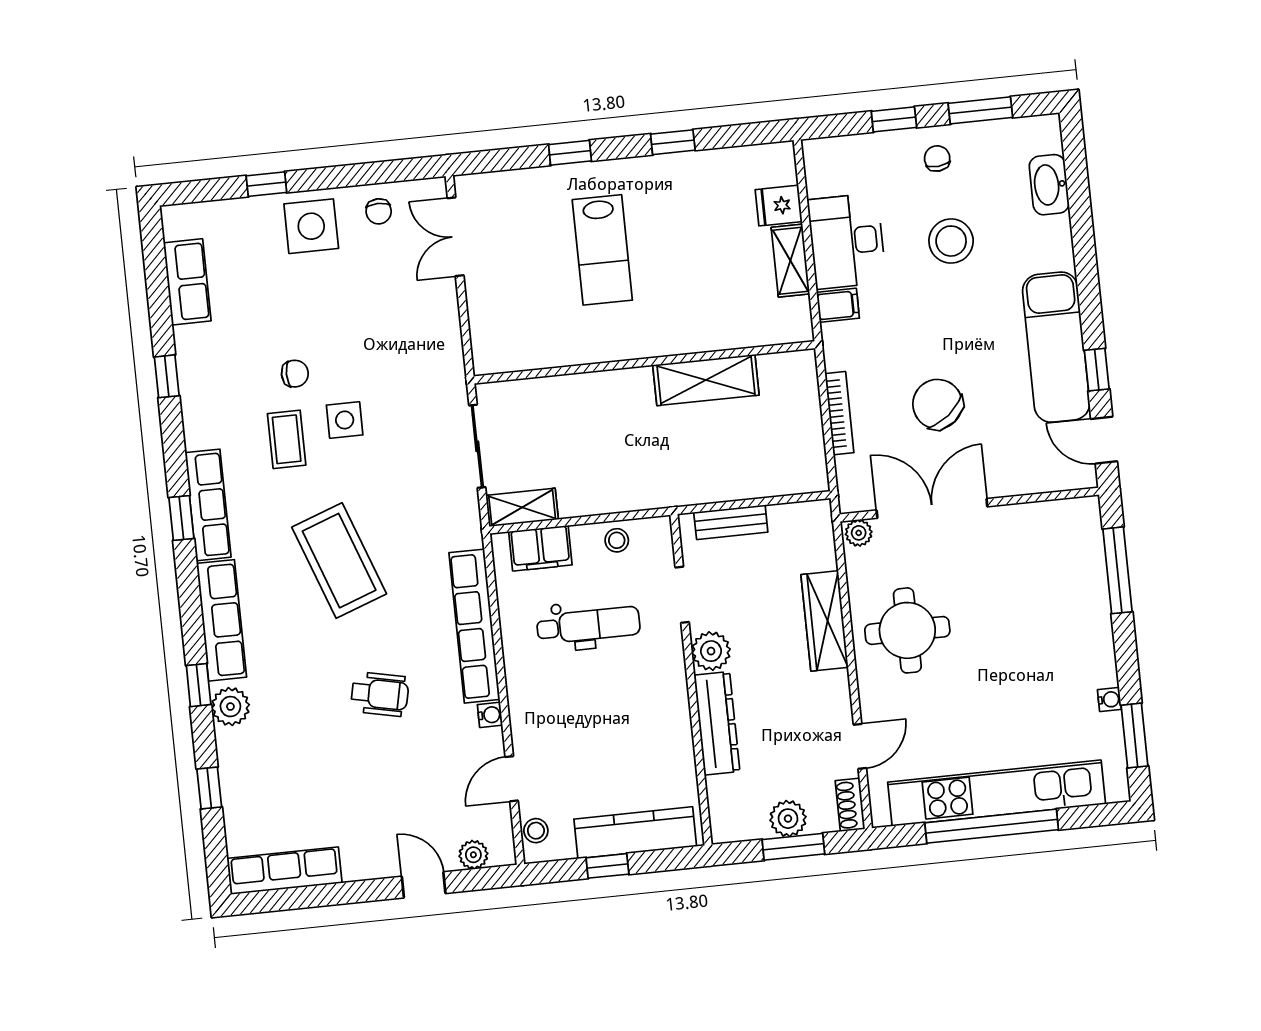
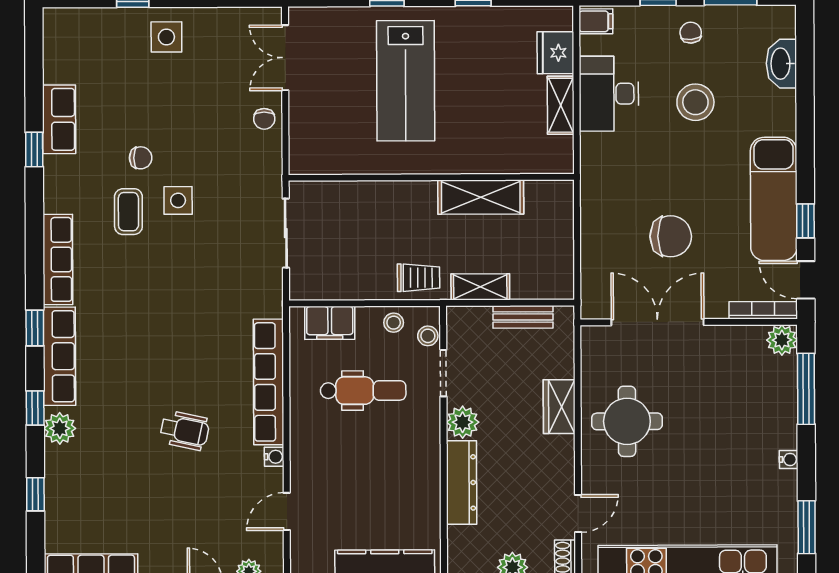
fridge: (779, 206) -> (555, 53), width x1.38
chair: (379, 211) -> (264, 119), moved
side table: (311, 226) -> (166, 37), width x0.73, depth x0.73
lab bench: (602, 250) -> (406, 81), width x1.36, depth x1.39
row of seats: (187, 282) -> (59, 119), moved
filing cabinet: (838, 305) -> (596, 21), moved
chair: (938, 404) -> (671, 236), turned 129
bookcase: (839, 413) -> (763, 310), moved, turned -90
trolley: (641, 484) -> (418, 278), added
shelving: (522, 507) -> (480, 287), moved
window: (181, 518) -> (35, 328), moved
bench: (731, 522) -> (523, 317), moved
plant: (859, 533) -> (782, 340), moved, width x1.38, depth x1.38
coffee table: (339, 561) -> (162, 316), removed
wardrobe: (825, 621) -> (559, 407), width x0.67
water cooler: (1109, 699) -> (789, 459), moved
stool: (536, 831) -> (428, 336), moved

